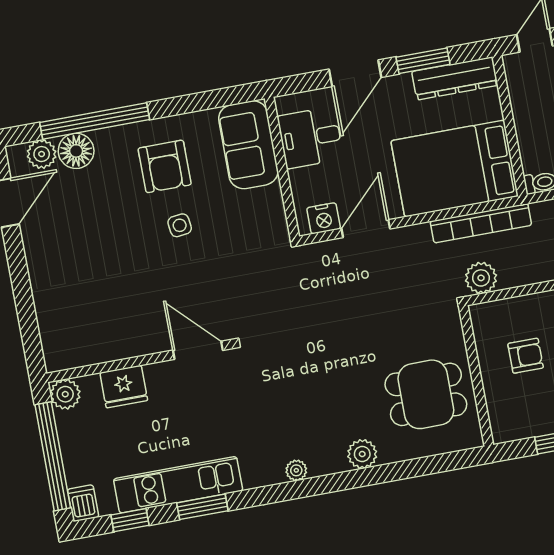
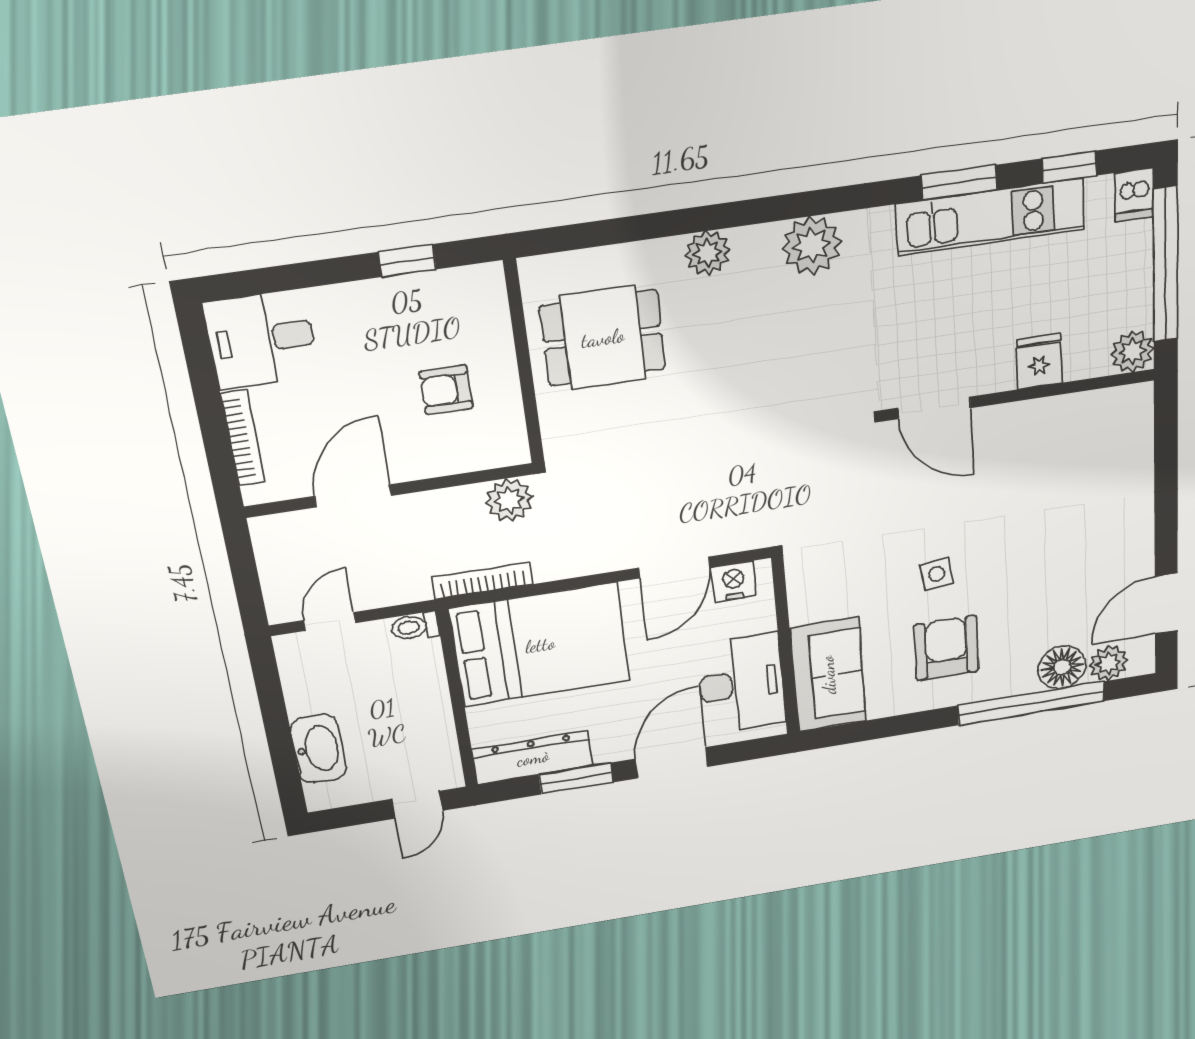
desk: (310, 138) -> (741, 684), width x1.37
bookcase: (481, 223) -> (482, 581), width x0.68, depth x0.76
fridge: (124, 387) -> (1039, 361), width x0.72
plant: (296, 470) -> (812, 245), width x1.88, depth x1.88

